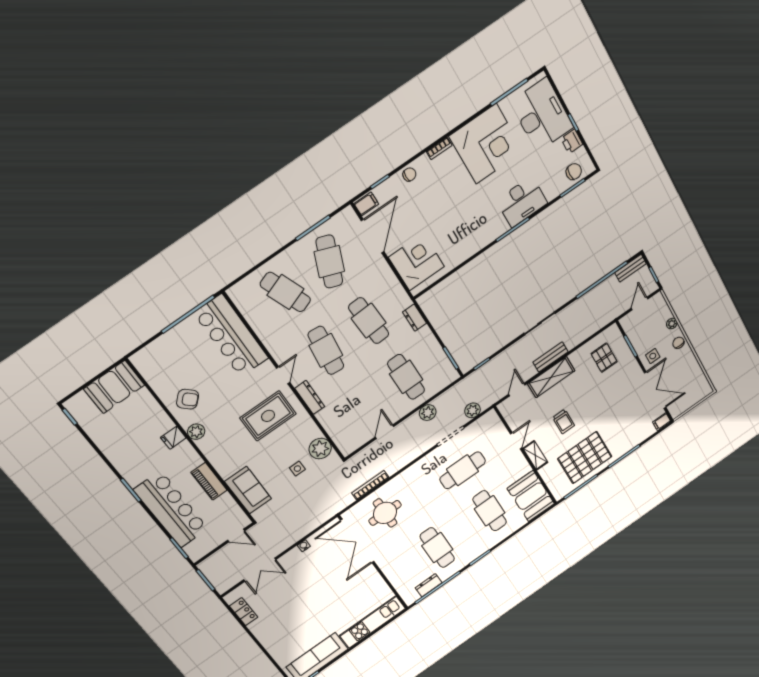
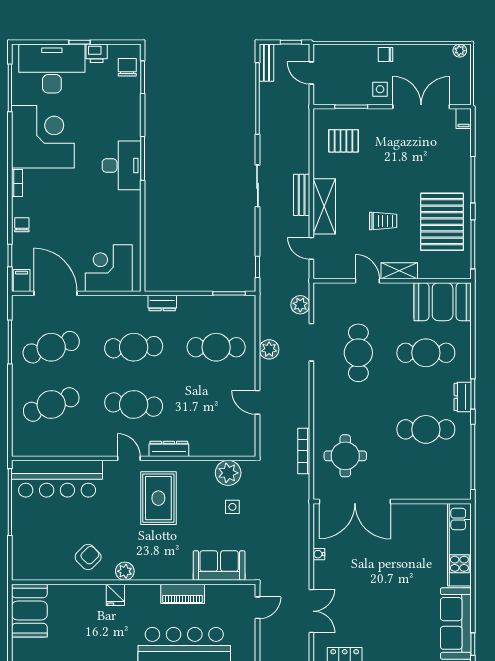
desk: (522, 202) -> (122, 165), moved
cafe table: (329, 262) -> (51, 347), turned -39
plant: (672, 324) -> (460, 51), moved
dresser: (429, 585) -> (463, 397), moved

